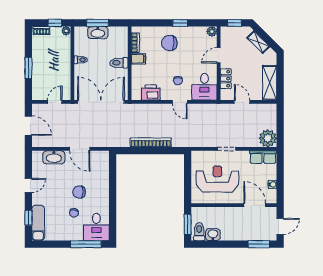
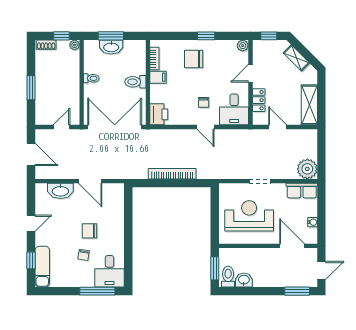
printer: (151, 93) -> (159, 114), moved, turned 90

